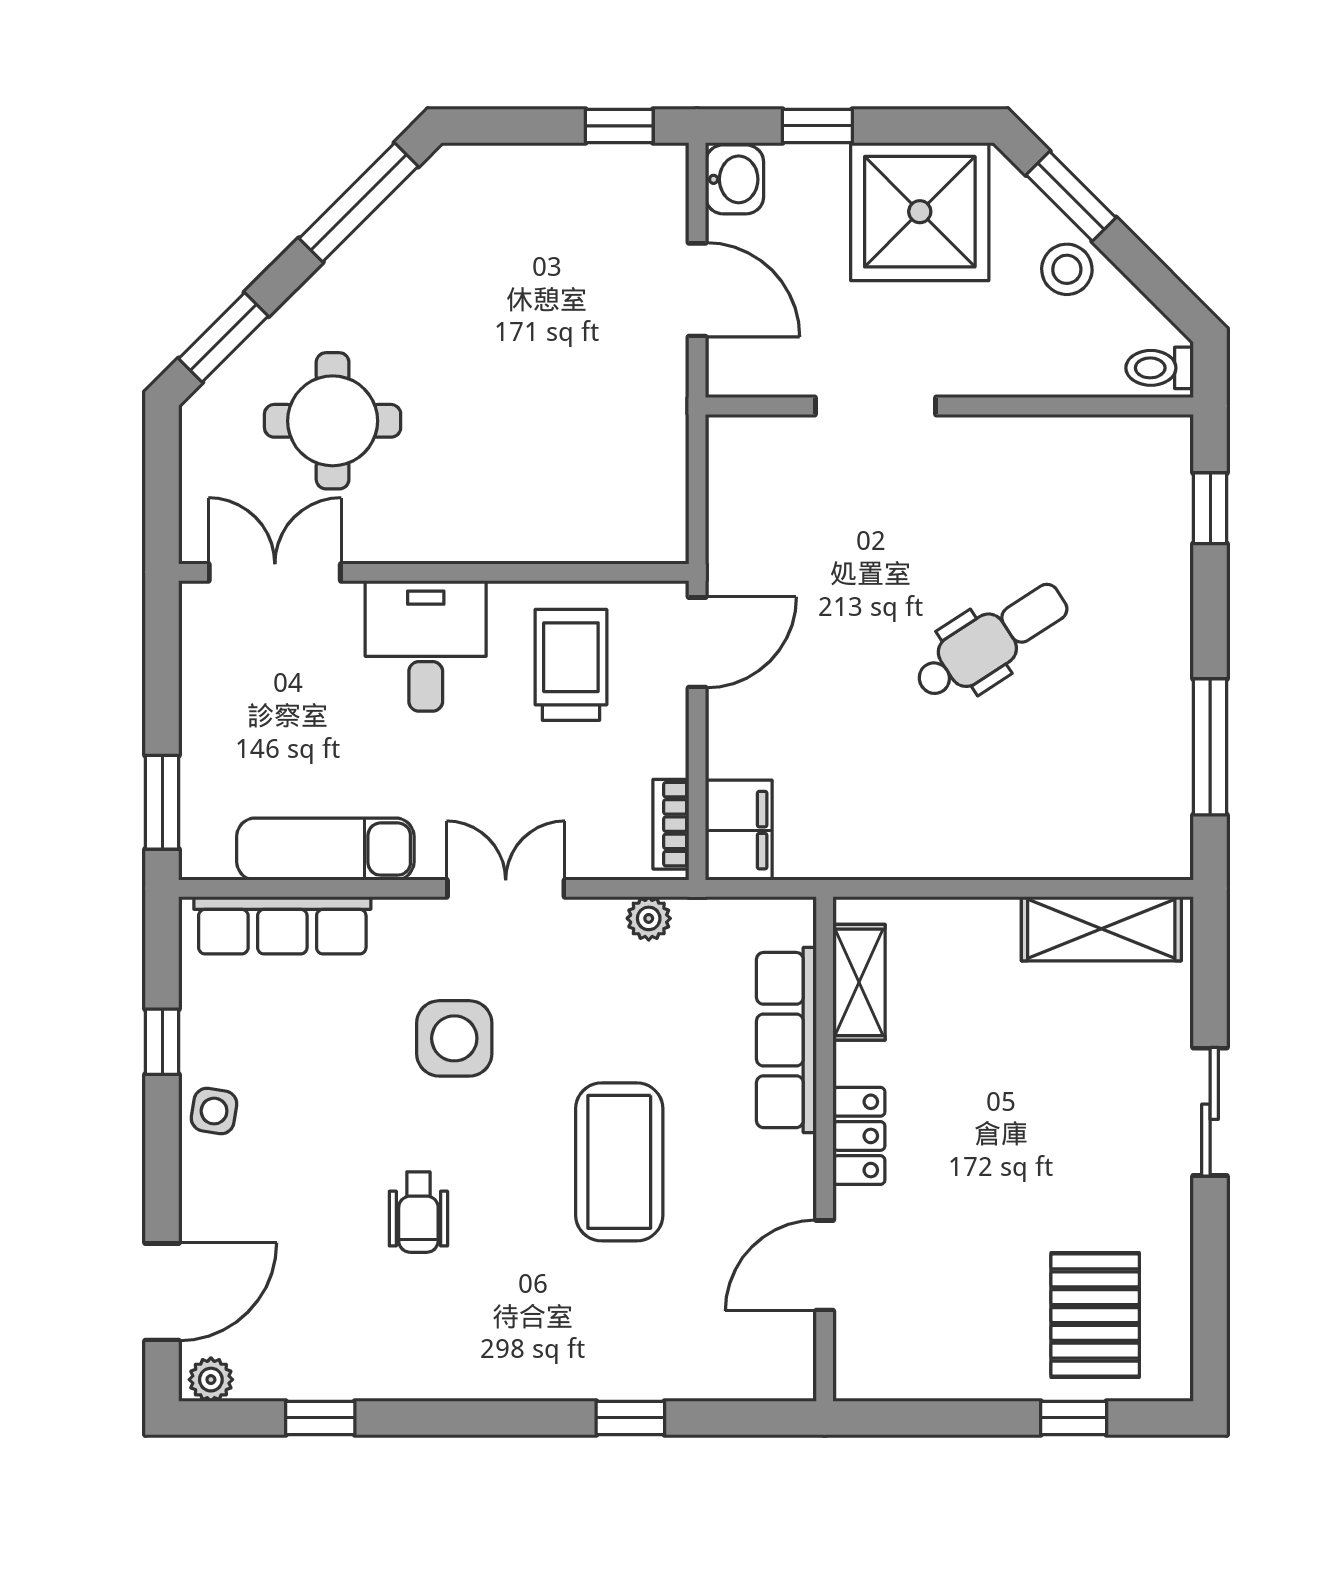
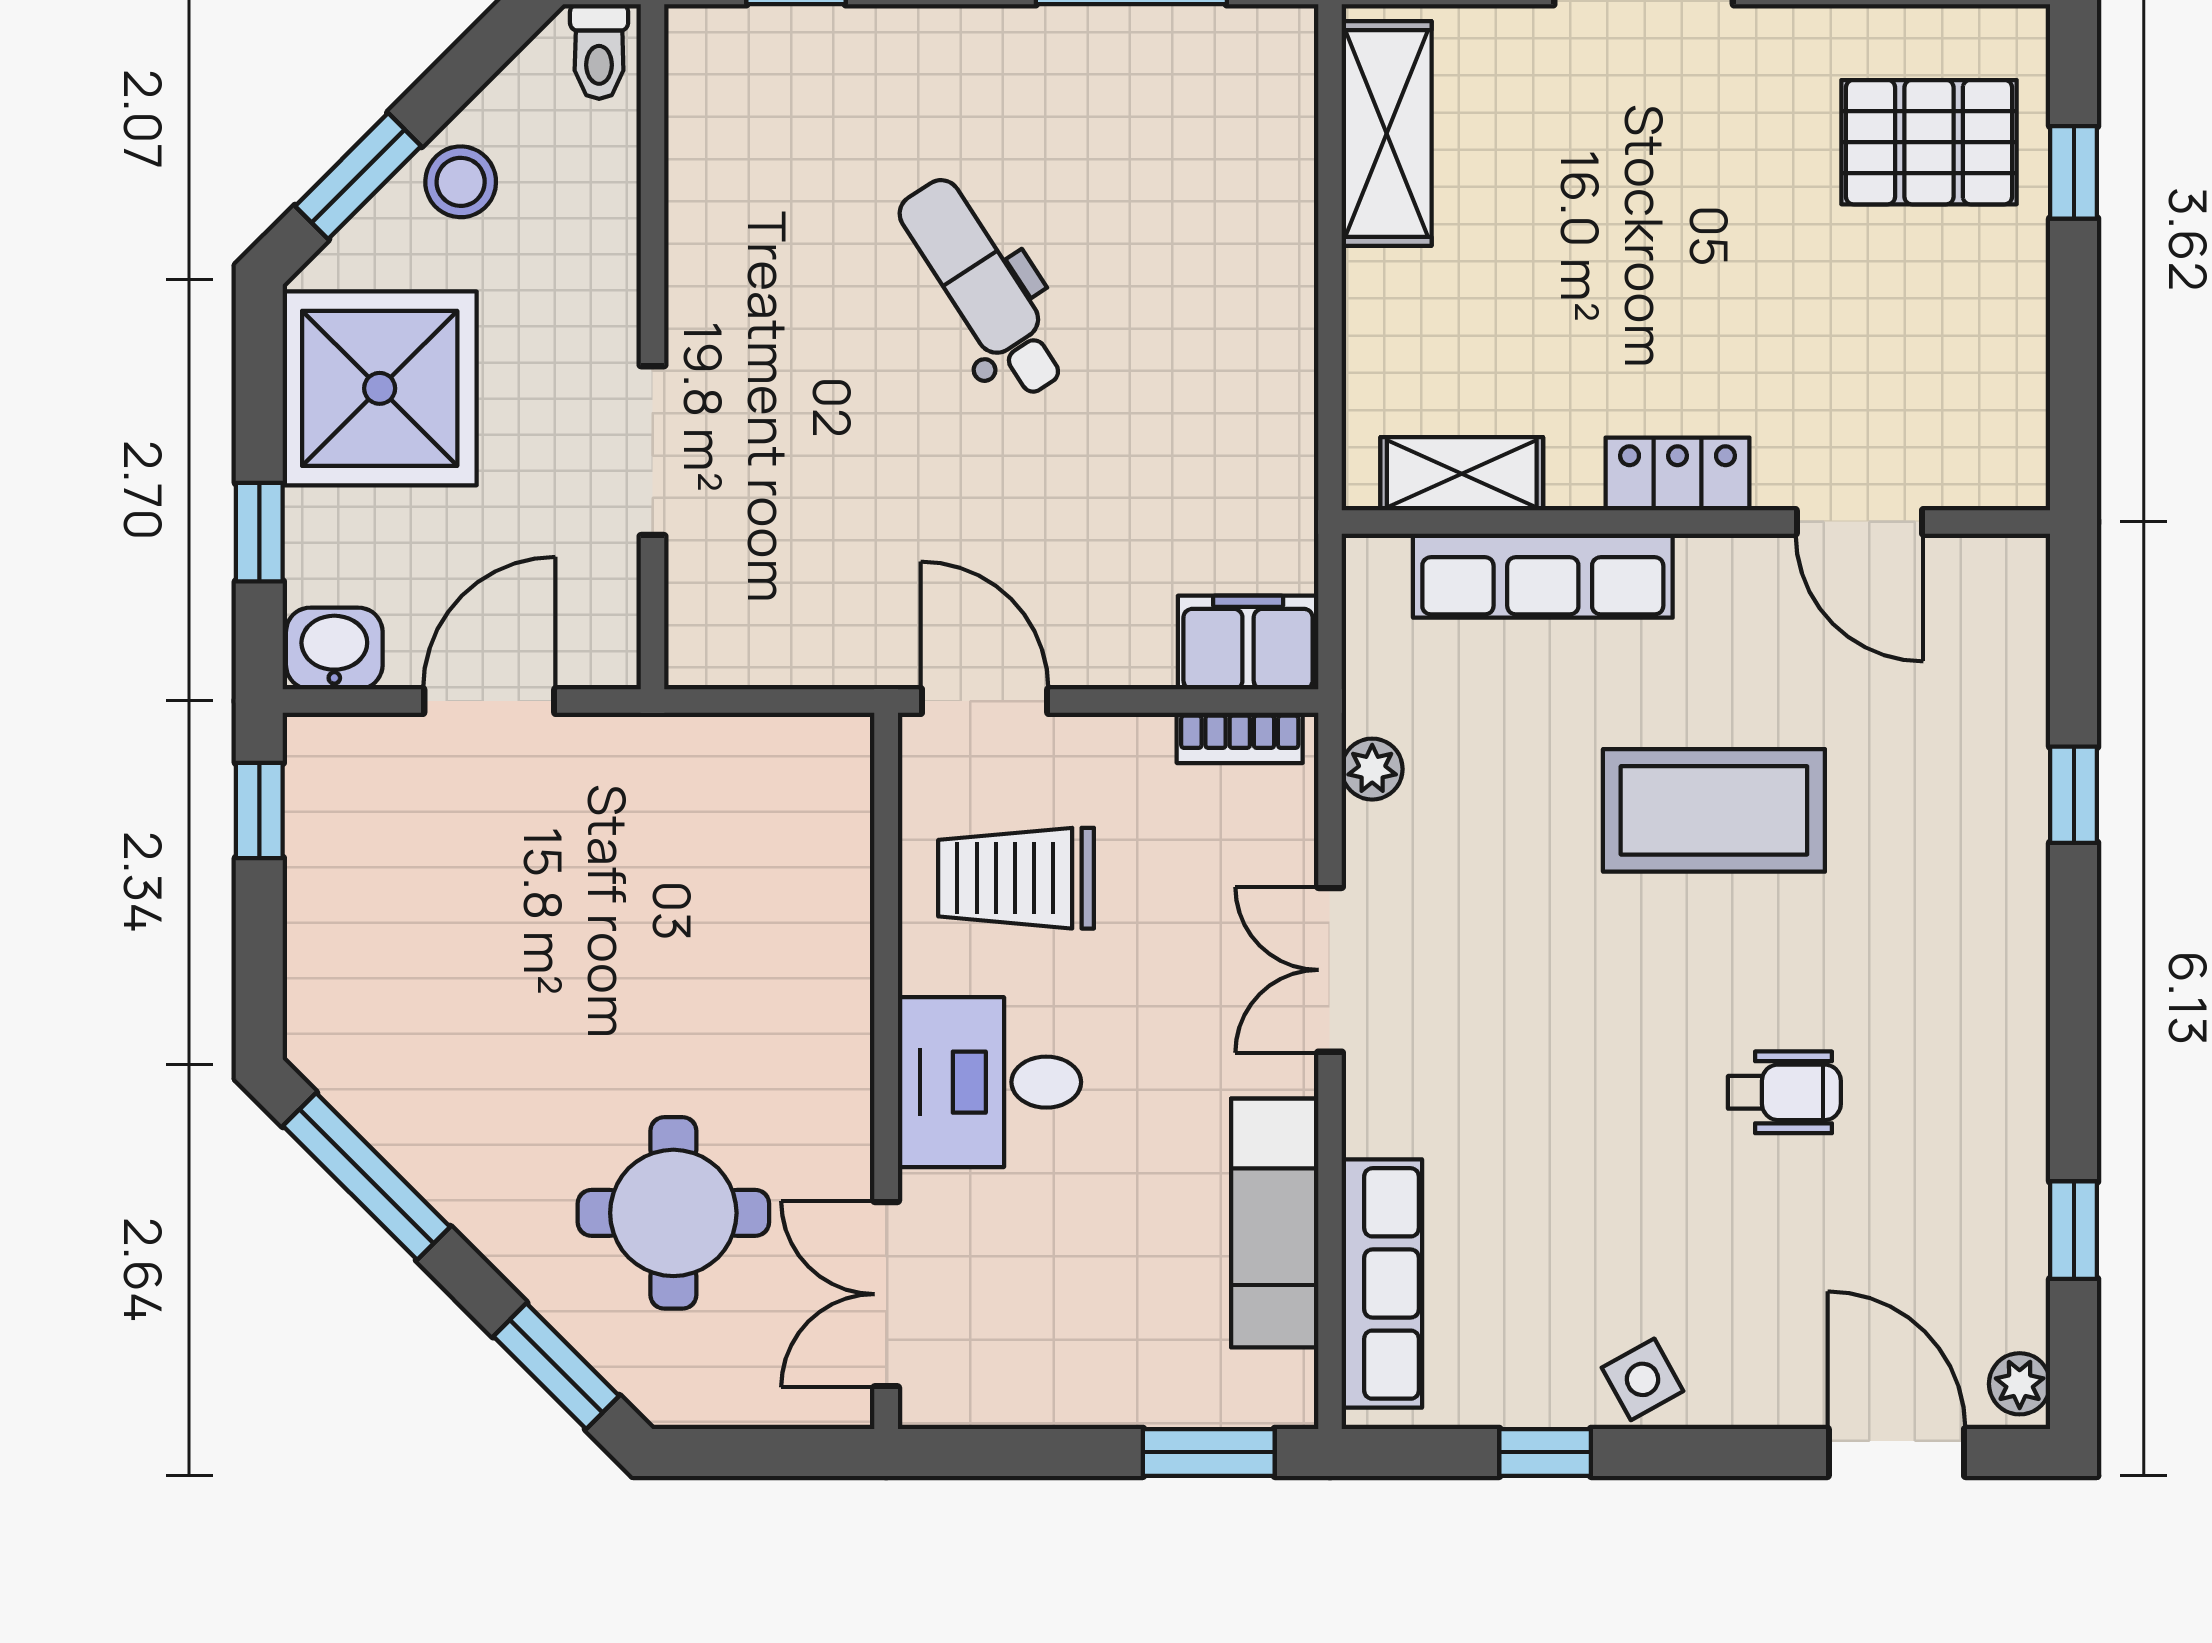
side table: (454, 1038) -> (1541, 1042), removed
side table: (214, 1111) -> (1643, 1379), turned -38

